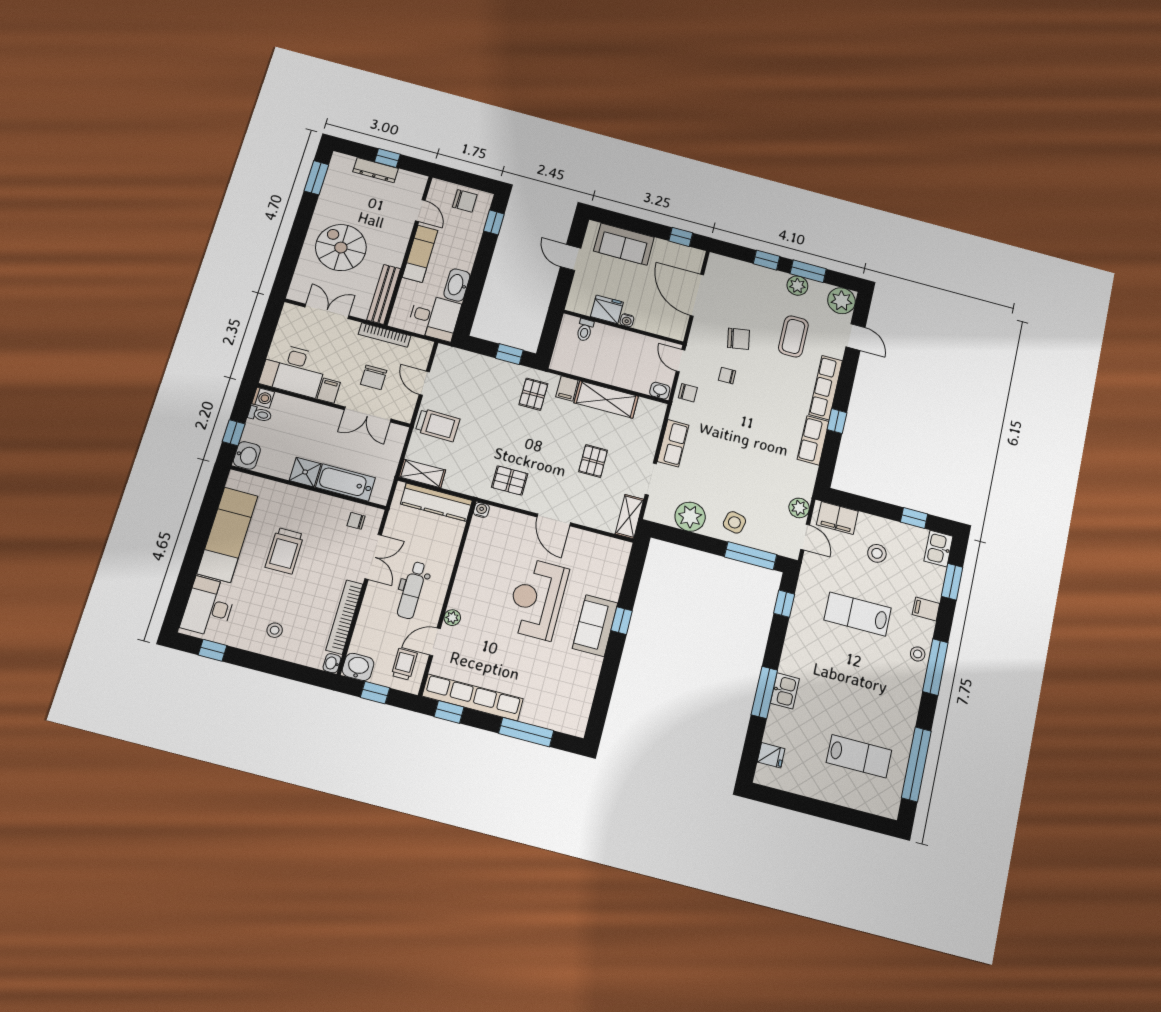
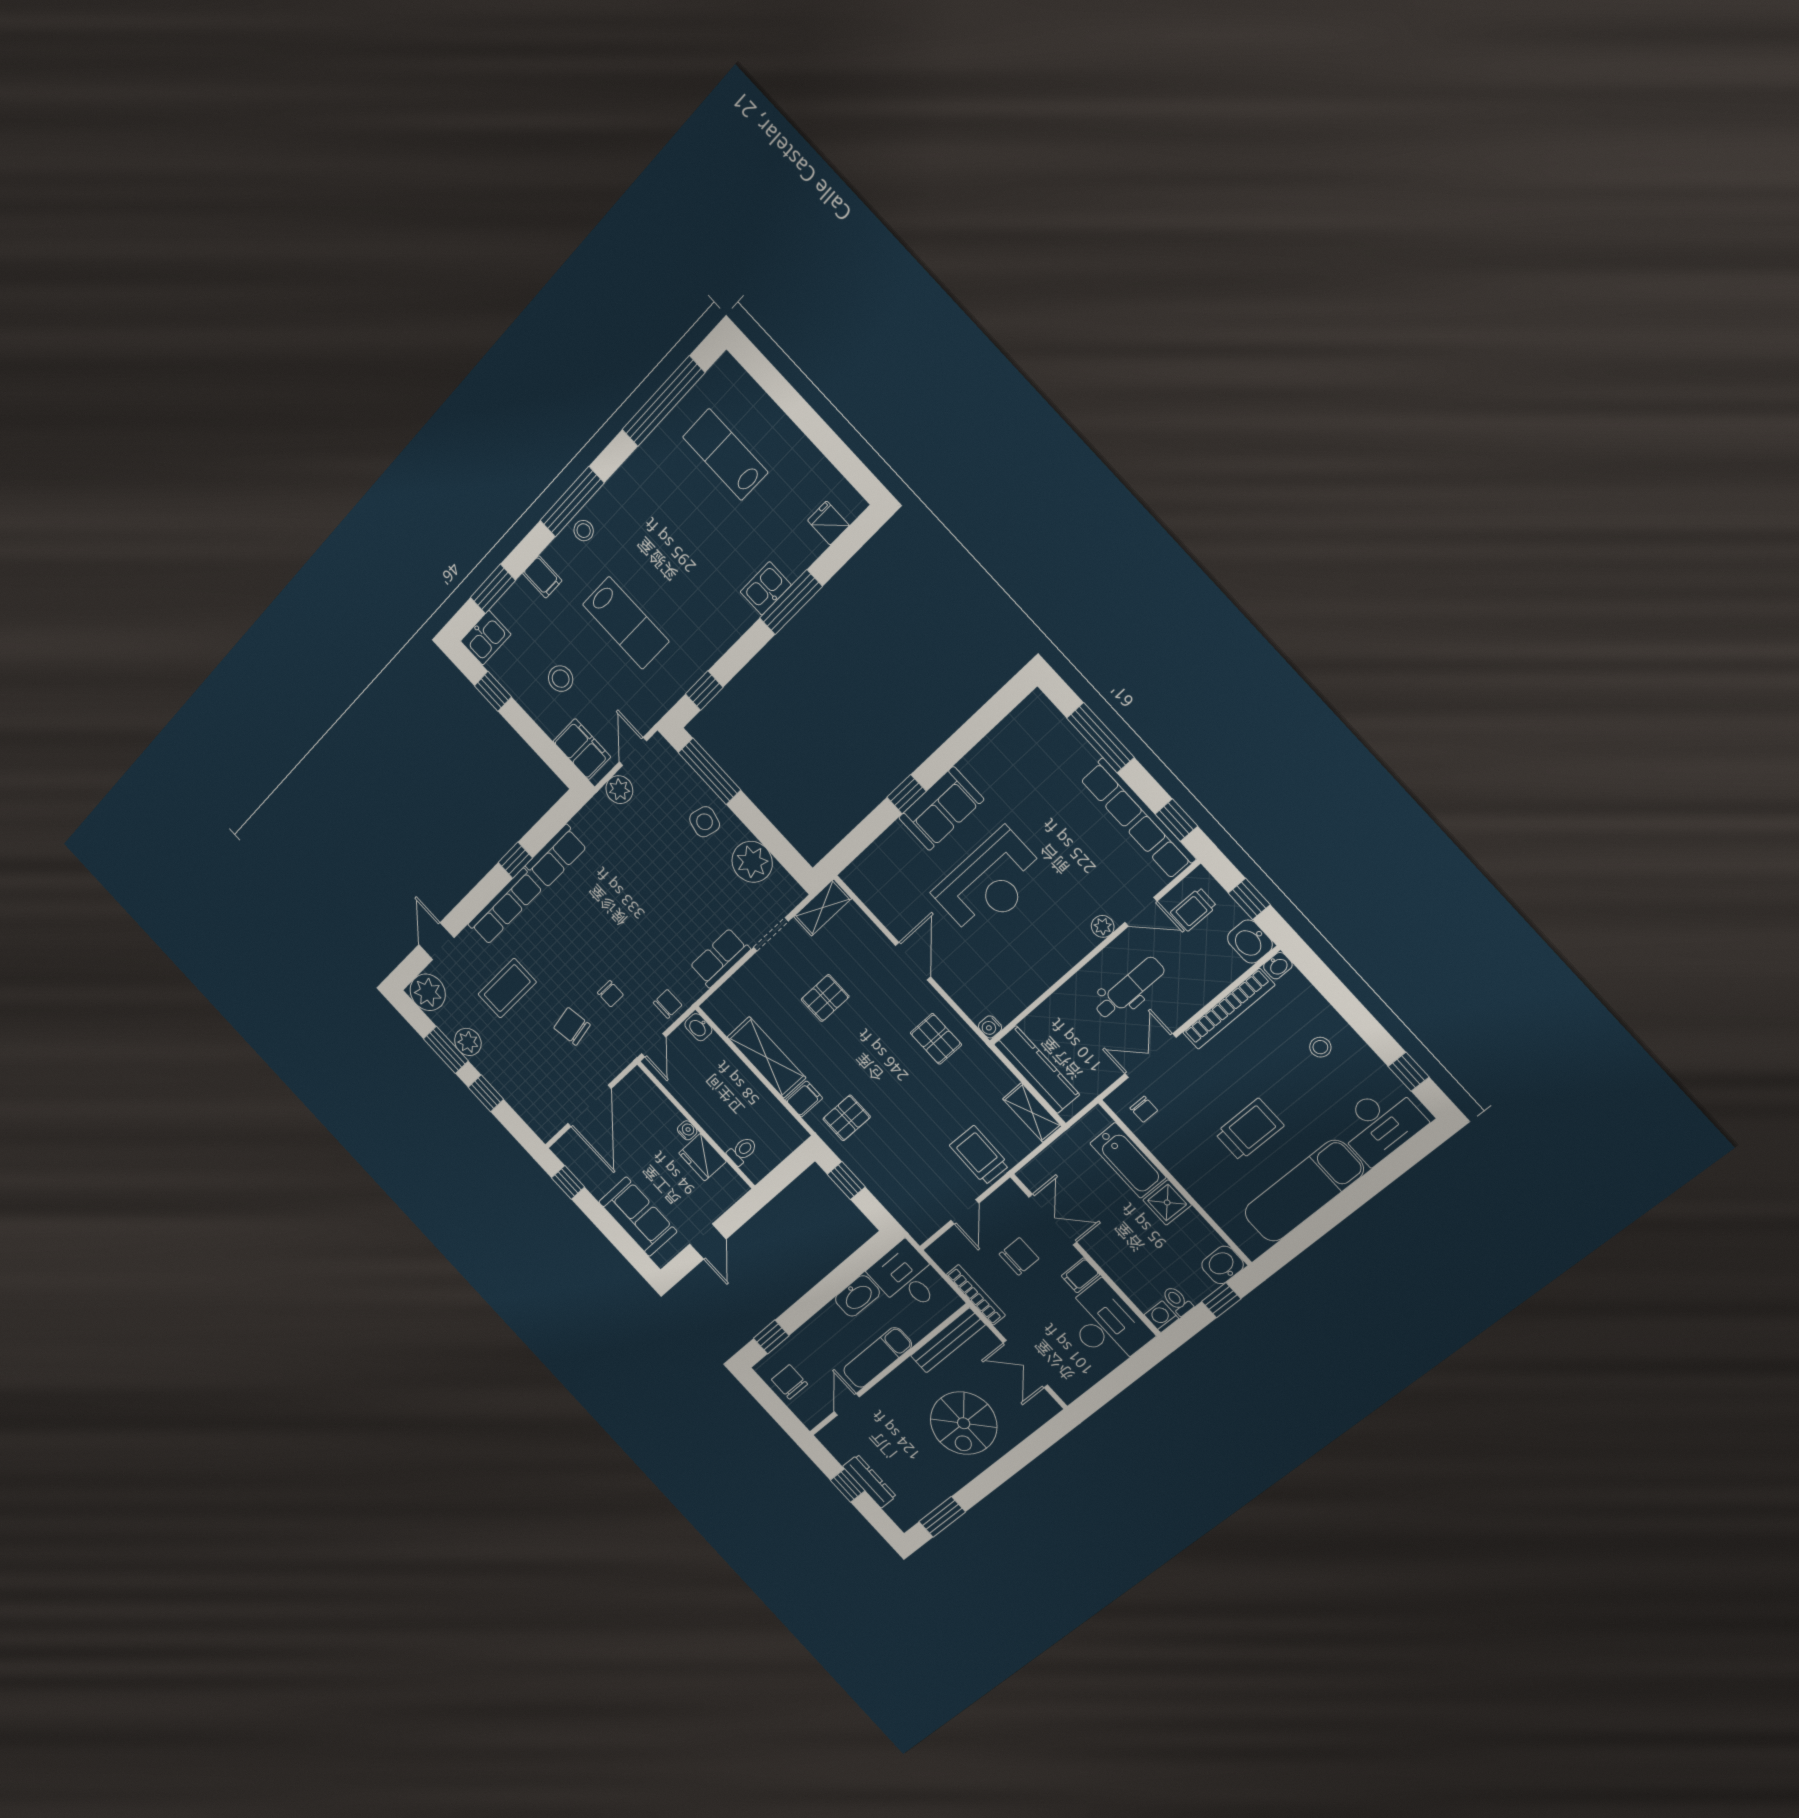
chair: (688, 393) -> (668, 1004), turned 90

